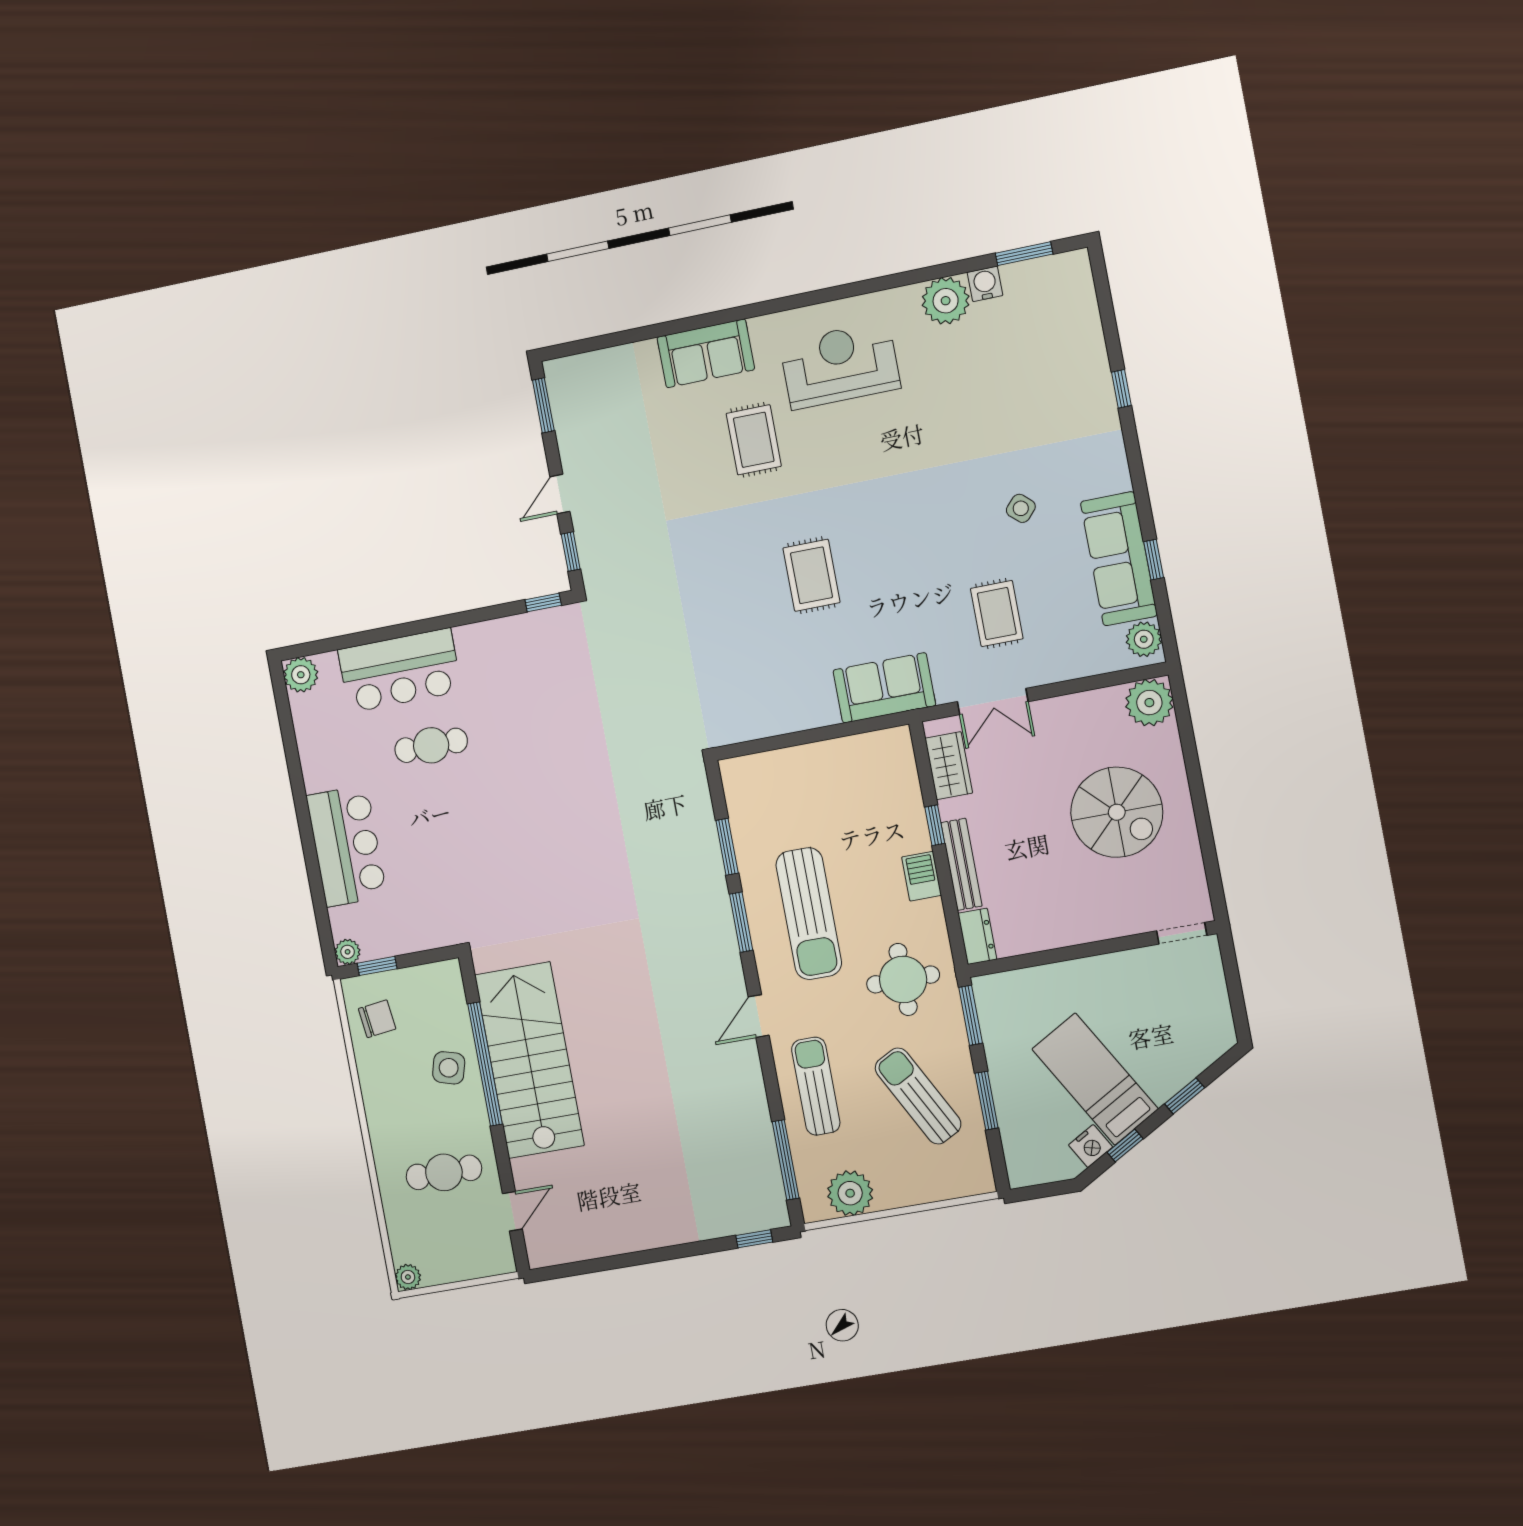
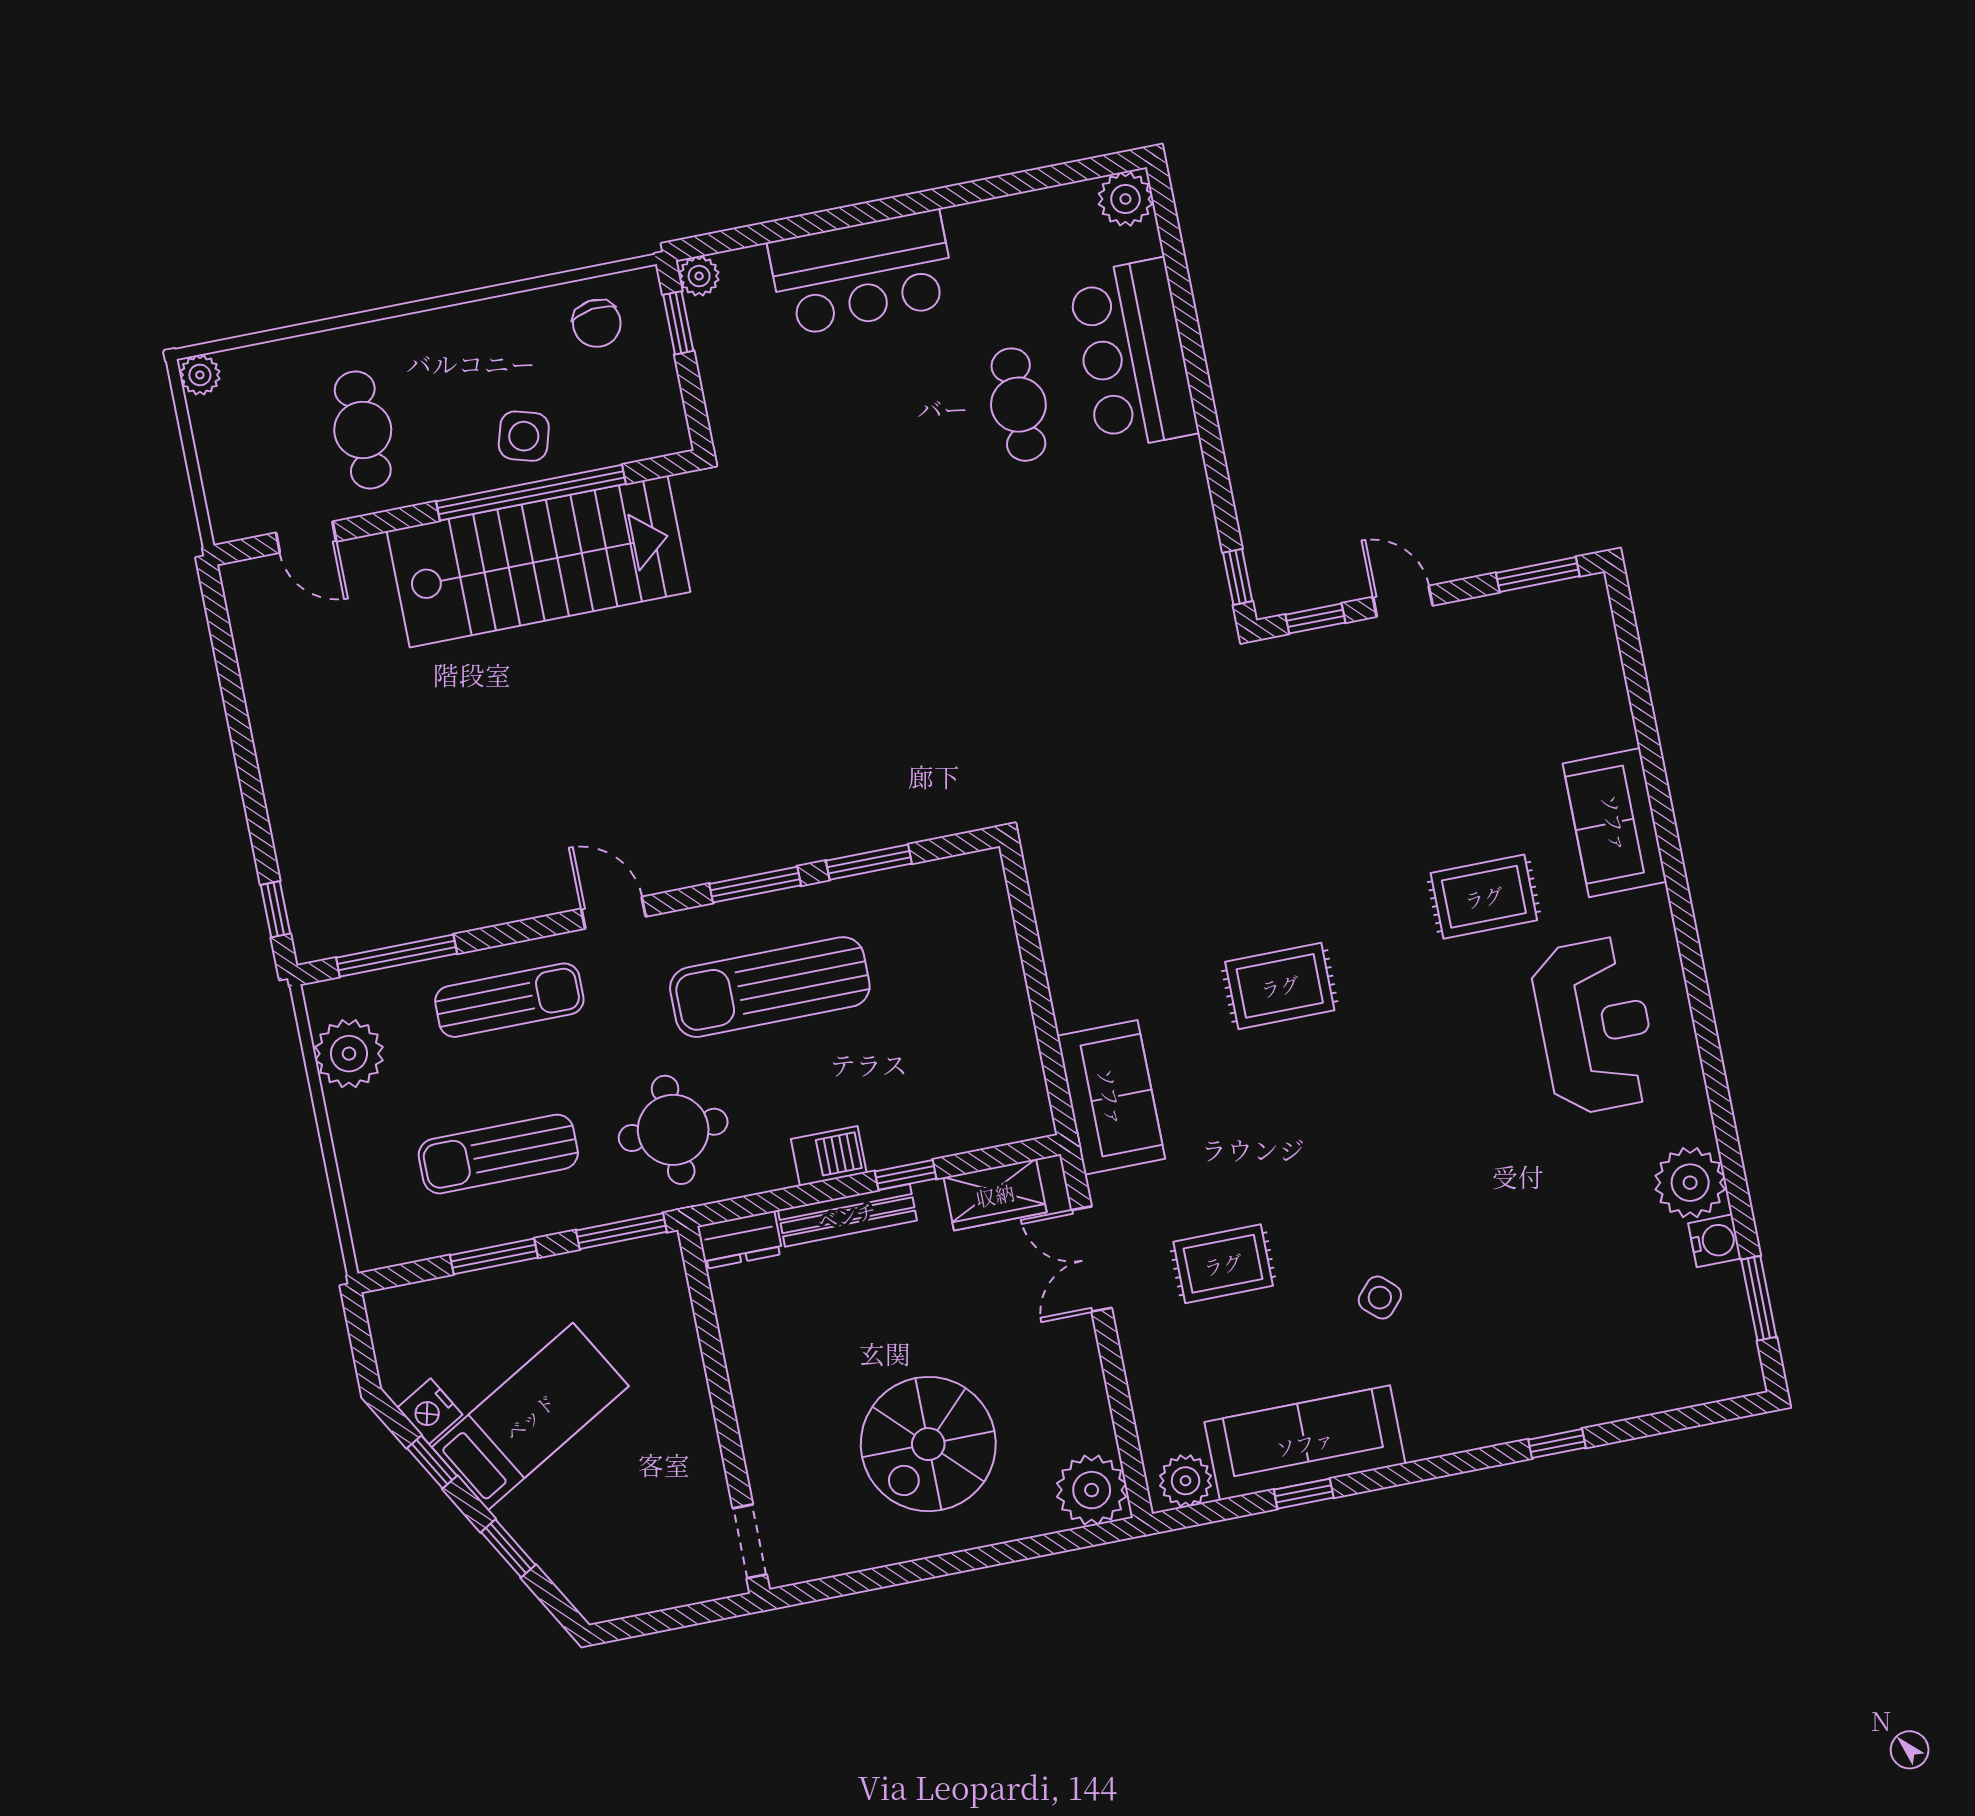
sun lounger: (918, 1096) -> (498, 1154), turned -152

